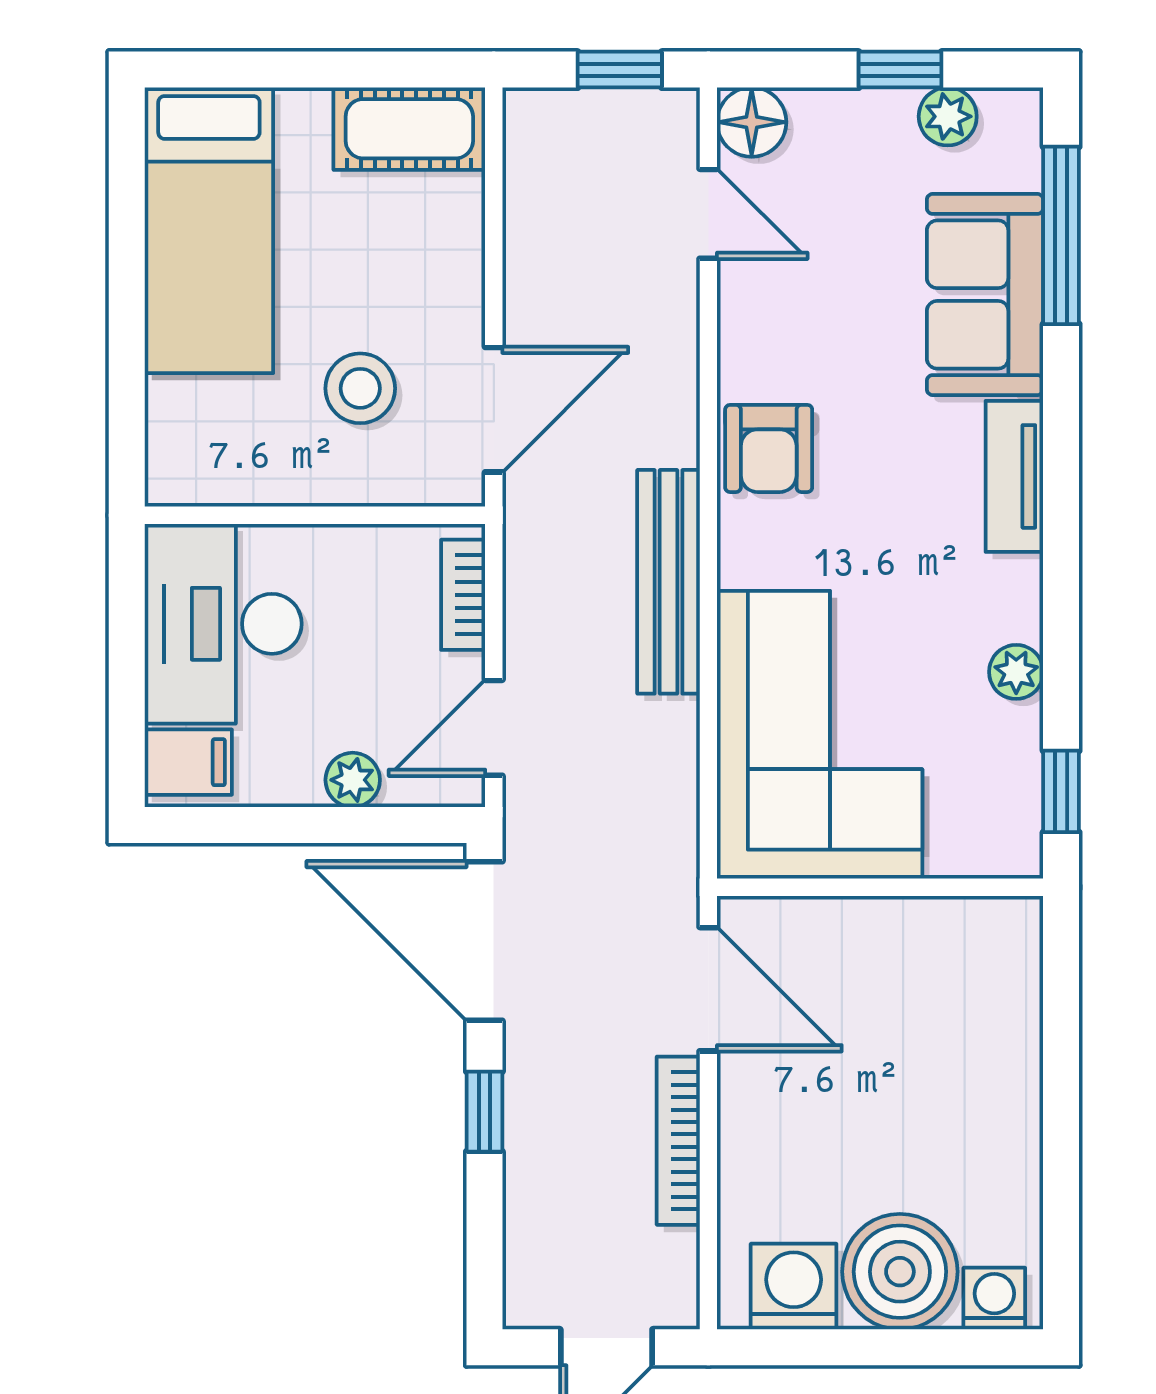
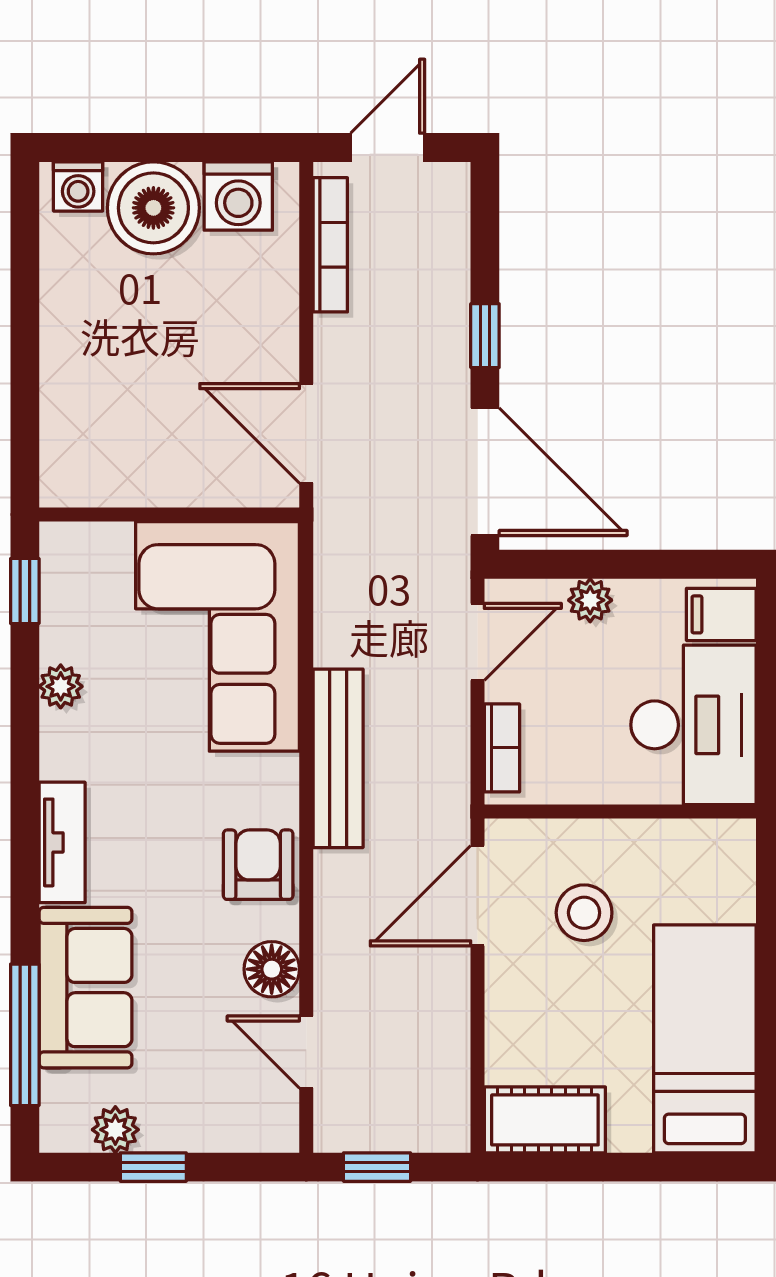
floor lamp: (752, 122) -> (272, 969), moved
bookcase: (678, 1141) -> (330, 245), moved

